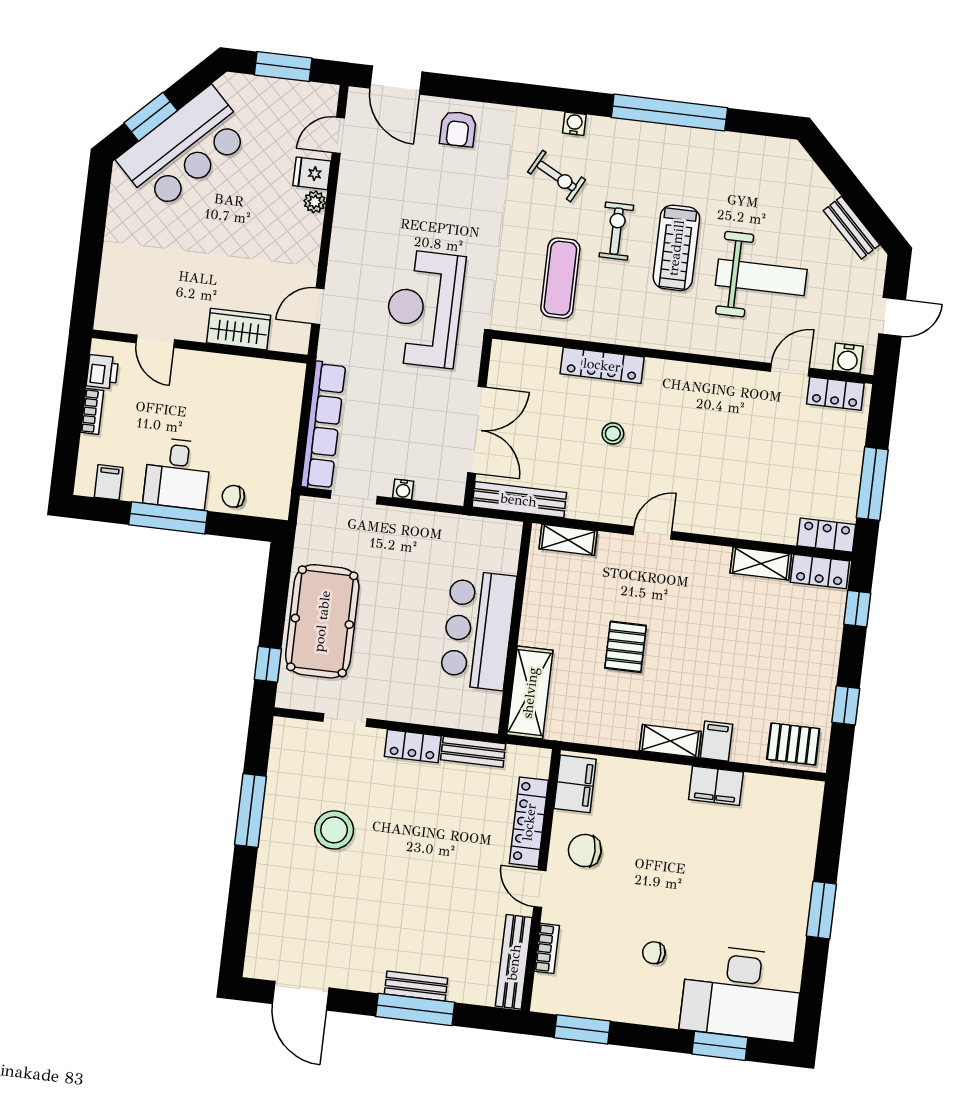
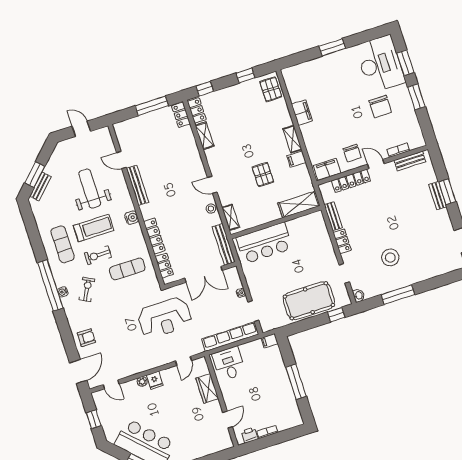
window: (283, 67) -> (94, 419), width x0.67
window: (669, 113) -> (50, 285), moved
exercise mat: (672, 168) -> (63, 244), added
fridge: (312, 173) -> (155, 380), moved
window: (842, 178) -> (35, 175), added
bench: (851, 228) -> (40, 187), moved
door: (318, 306) -> (183, 361), hinge flipped
water cooler: (848, 358) -> (132, 218), moved
bench: (723, 379) -> (138, 185), added
locker: (835, 394) -> (164, 265), moved
double door: (477, 430) -> (203, 274), swing flipped
stool: (613, 434) -> (211, 209), moved
desk: (177, 473) -> (229, 364), moved, turned -90
filing cabinet: (109, 482) -> (270, 341), moved
chair: (233, 496) -> (275, 360), removed
bar counter: (478, 630) -> (264, 243), moved
pallet: (626, 647) -> (263, 175), turned 90
washbasin: (286, 729) -> (359, 295), added
filing cabinet: (716, 741) -> (296, 159), moved
door: (540, 889) -> (376, 164), swing flipped
chair: (654, 953) -> (380, 107), width x1.87, depth x1.87
bench: (514, 962) -> (410, 161), width x0.73
window: (415, 1009) -> (447, 192), width x0.69
window: (582, 1029) -> (416, 97), moved

